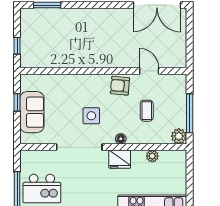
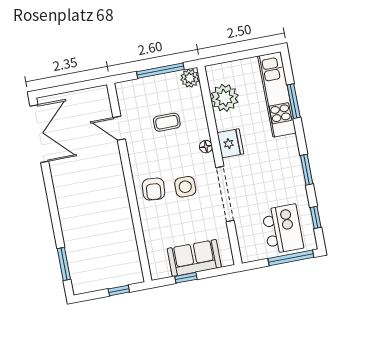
door: (149, 71) -> (119, 128), hinge flipped
armchair: (120, 86) -> (154, 189), moved
plant: (152, 156) -> (225, 98), width x1.88, depth x1.88

